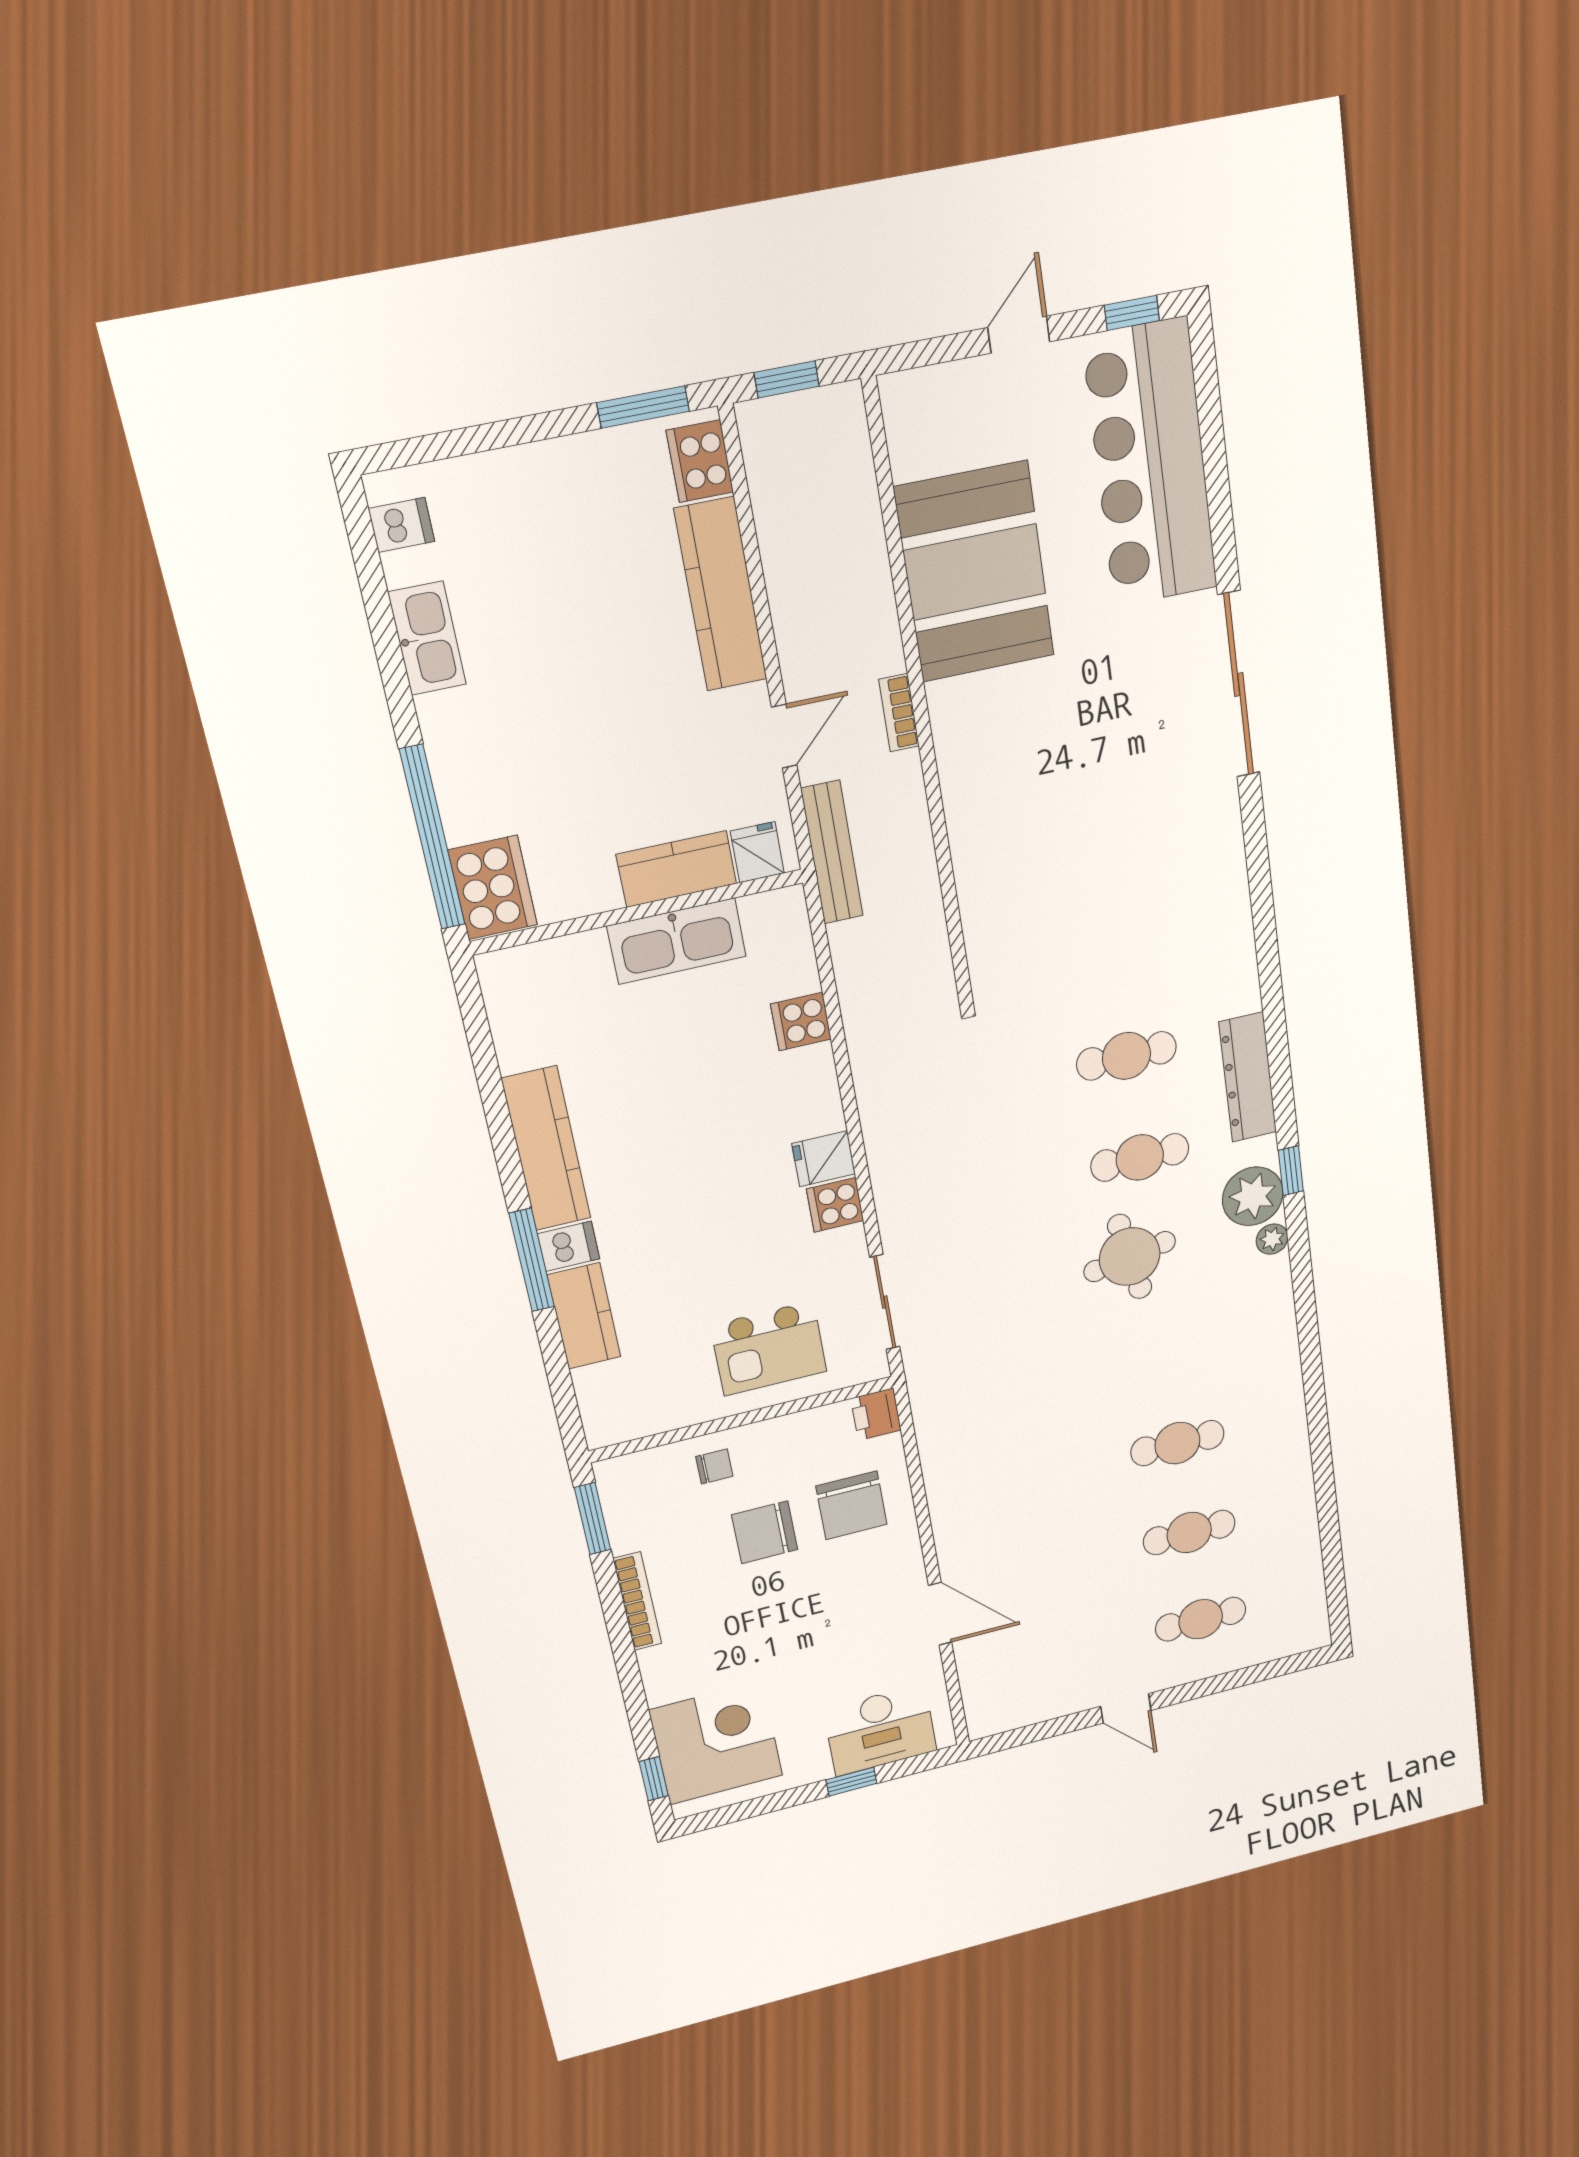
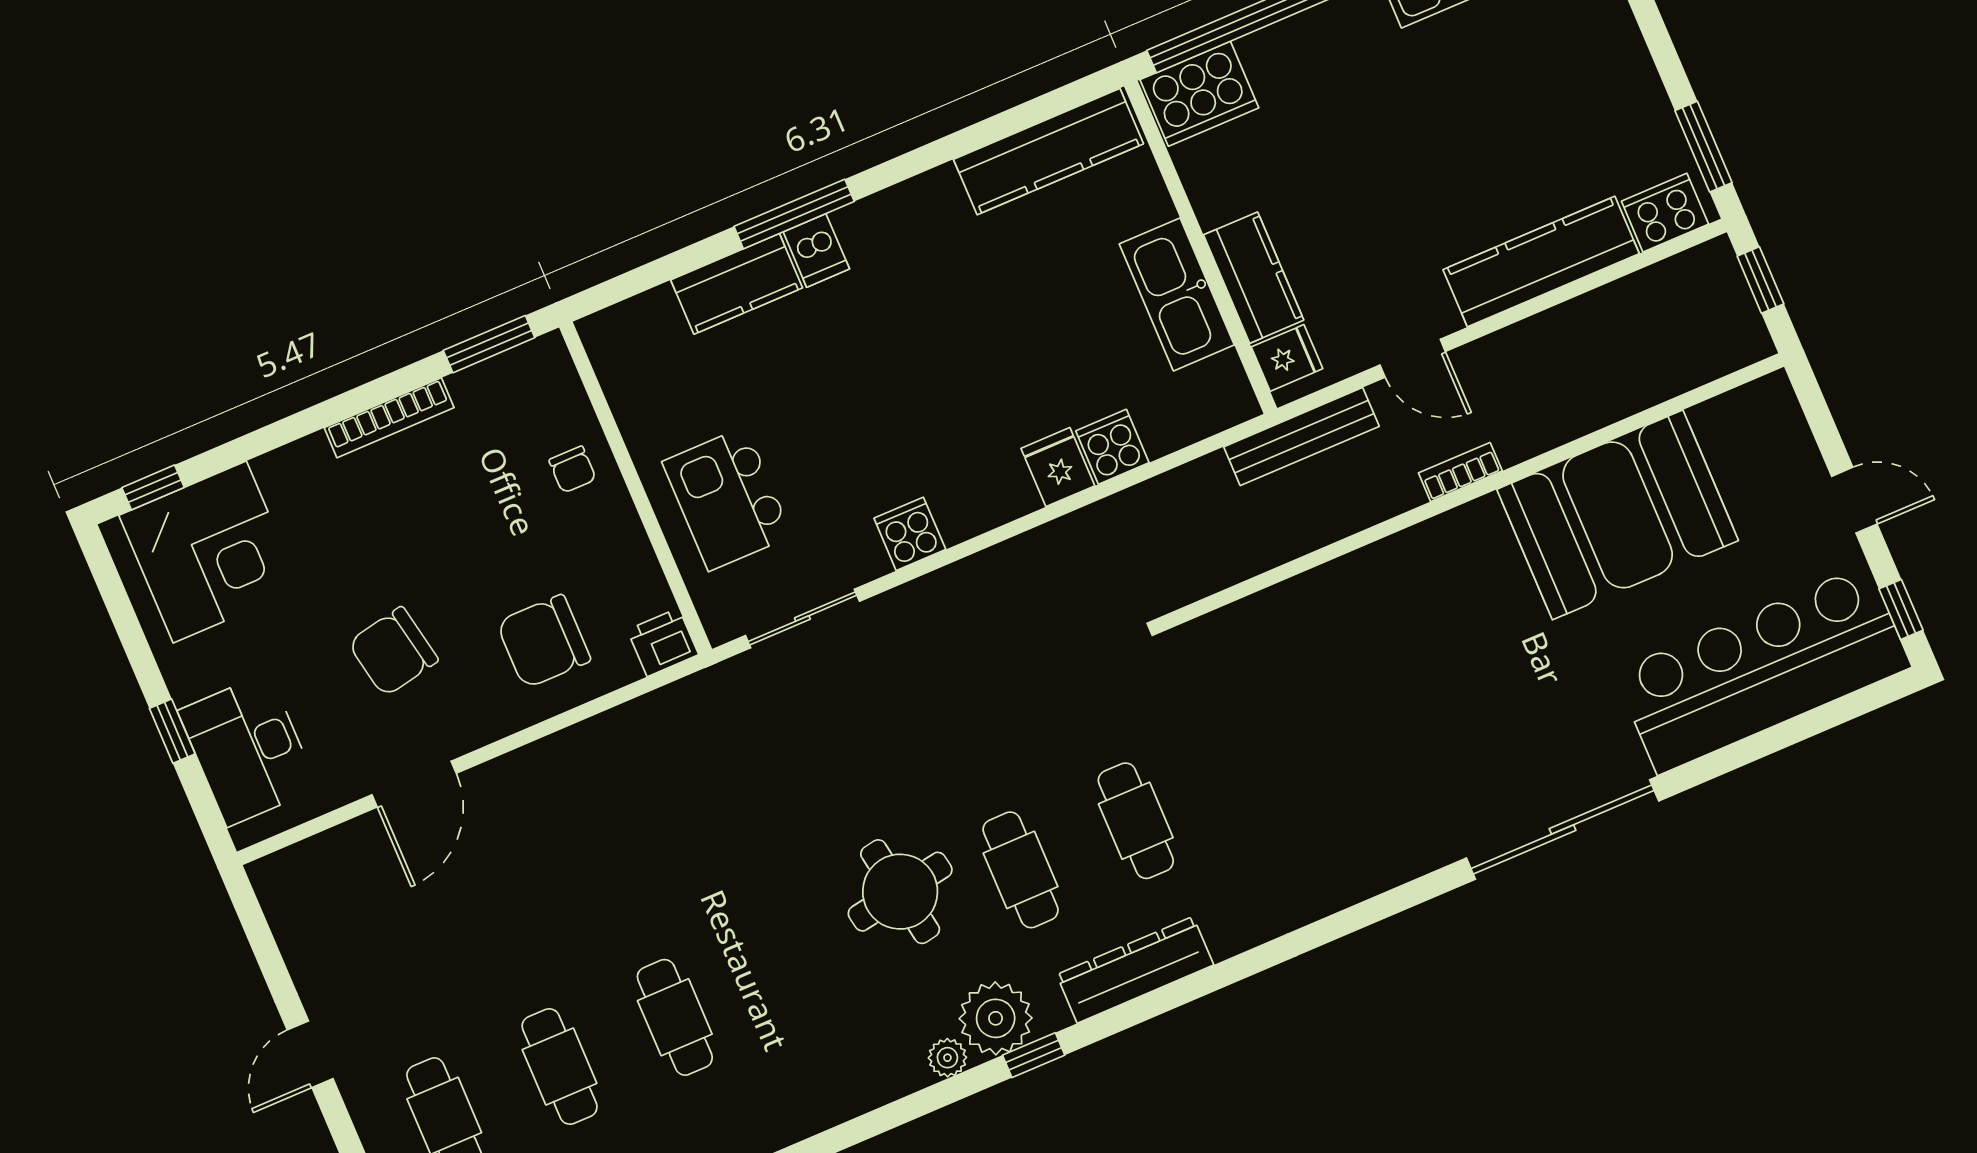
kitchen counter: (546, 1149) -> (1048, 152), moved
fridge: (824, 1159) -> (1058, 467), moved
chair: (765, 1532) -> (393, 652), moved, turned -101

